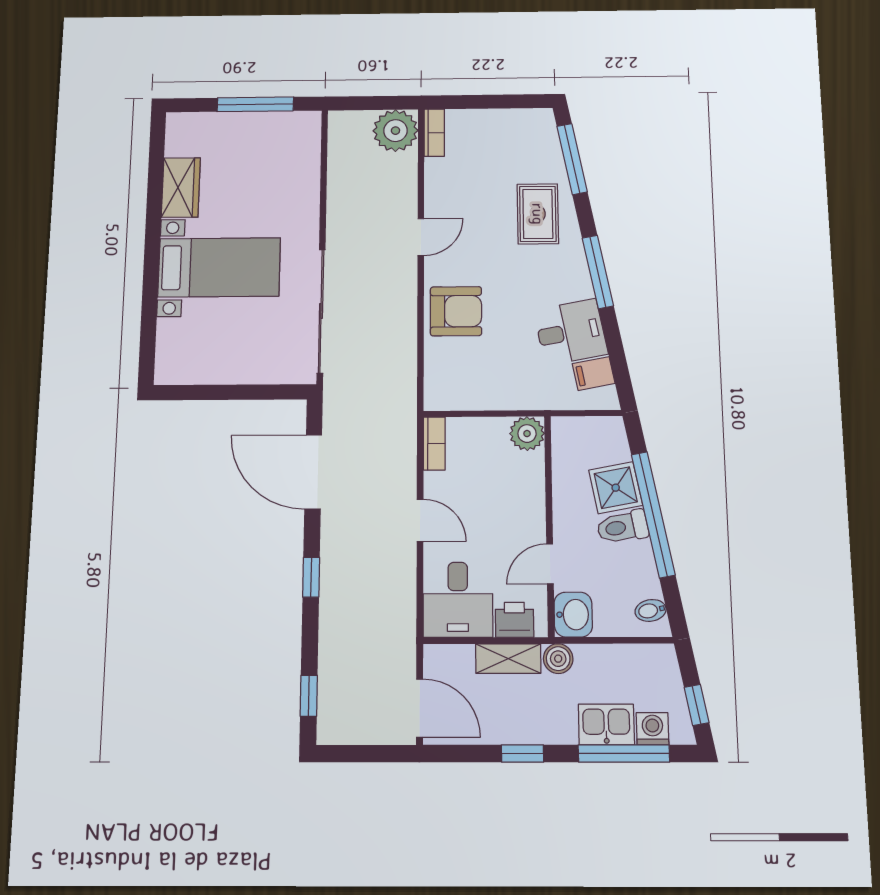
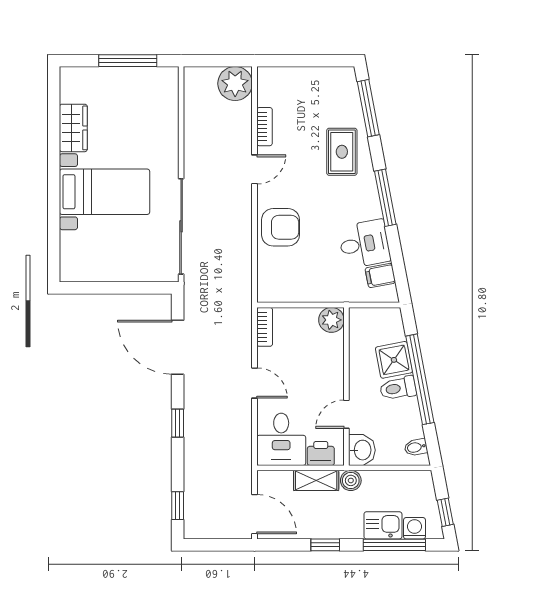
bookcase: (434, 133) -> (265, 127), moved

